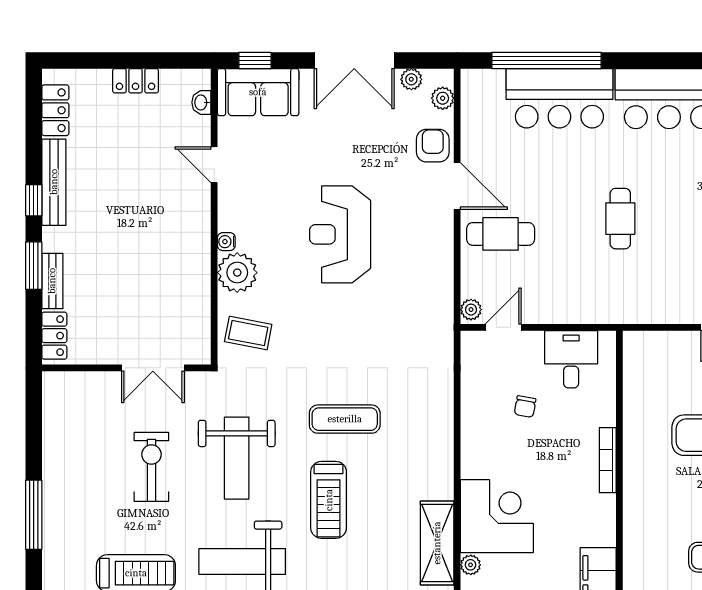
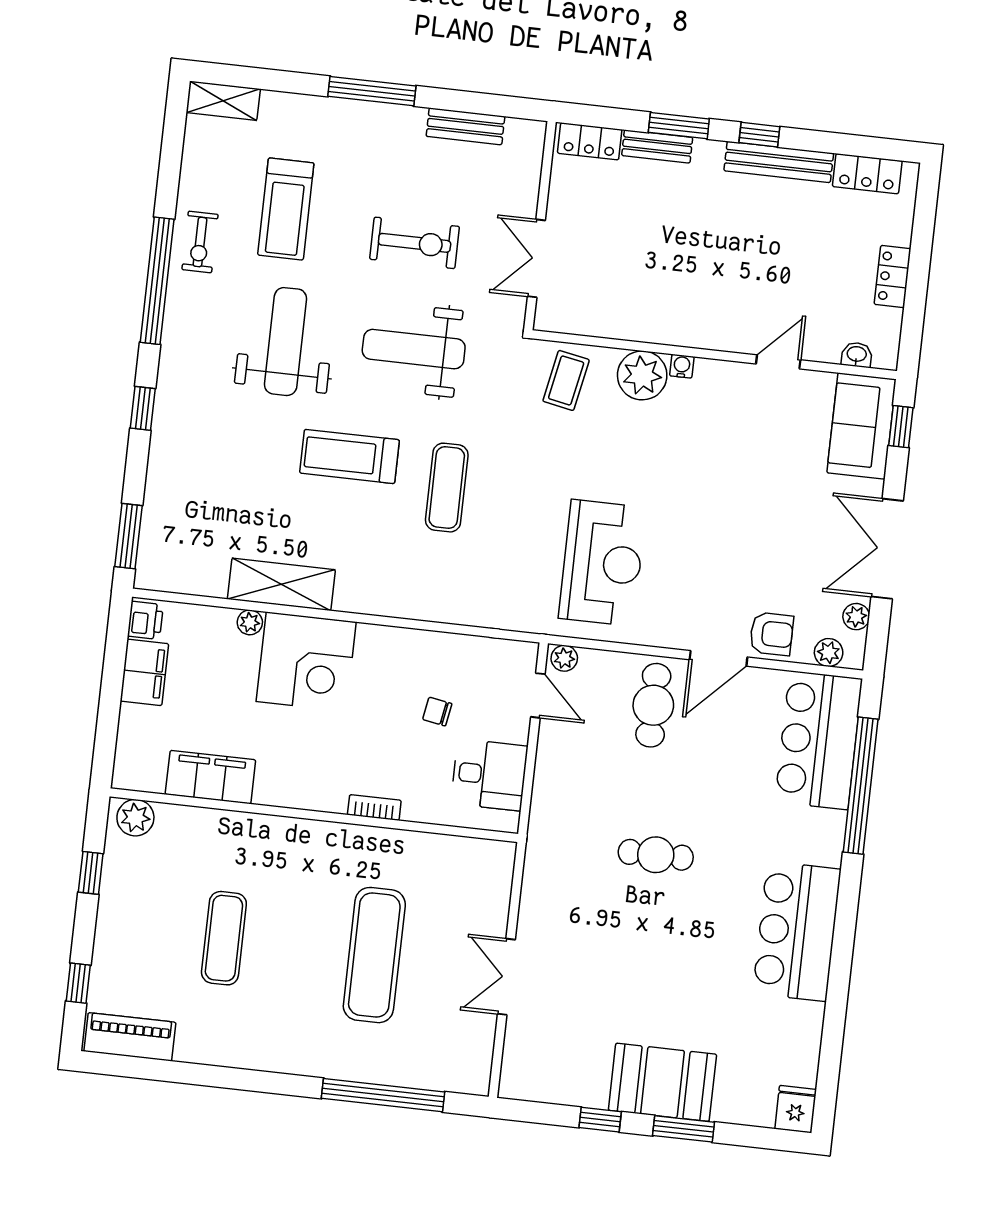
bar counter: (559, 98) -> (819, 740), moved
reception desk: (340, 234) -> (602, 563), moved, turned 90
bench: (54, 437) -> (465, 126), added
bookcase: (608, 460) -> (374, 808), width x0.64

